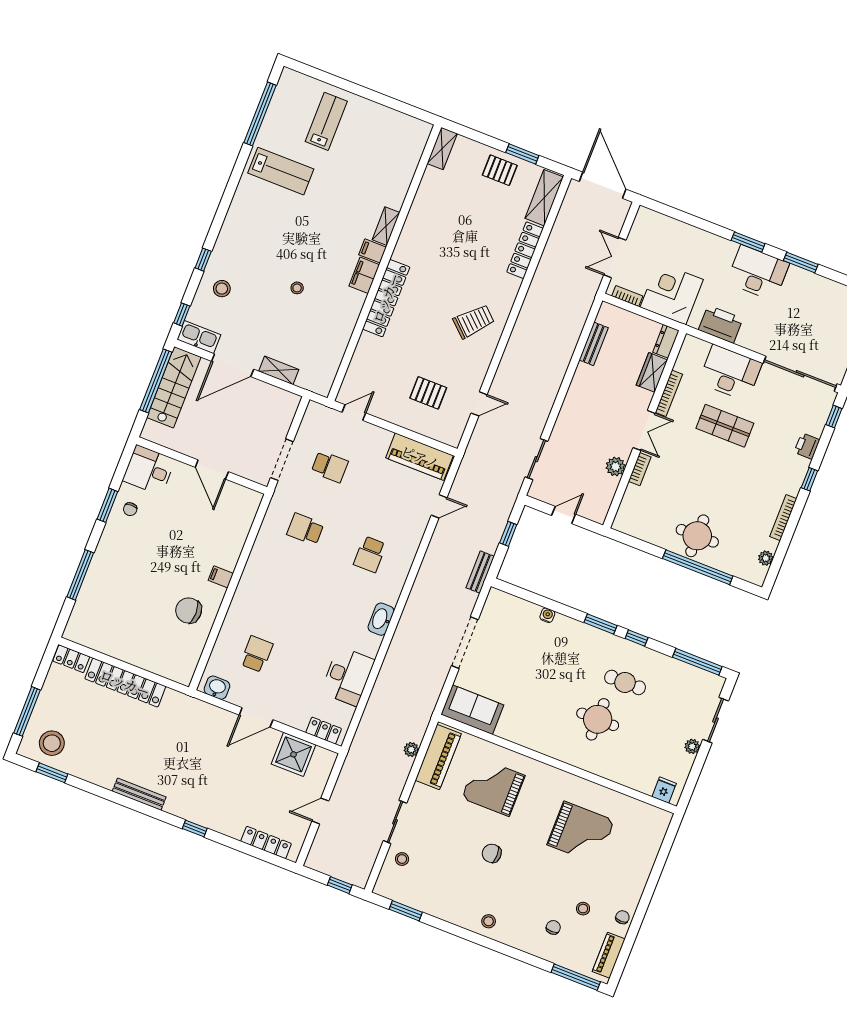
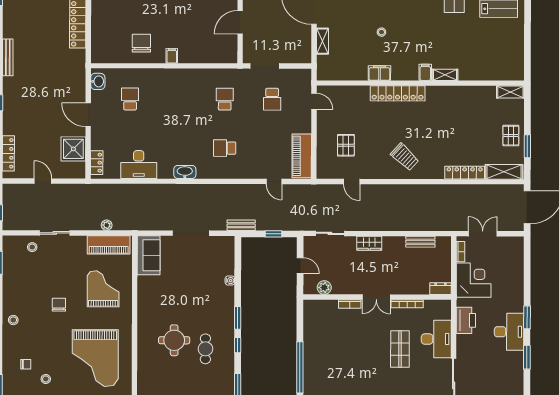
filing cabinet: (364, 275) -> (379, 73), moved
wardrobe: (652, 372) -> (369, 243), moved, turned 180
plant: (616, 467) -> (324, 287), moved
round table: (697, 536) -> (320, 359), removed
school desk: (257, 654) -> (130, 99), turned -90
grand piano: (581, 833) -> (95, 358), width x1.37, depth x1.48

